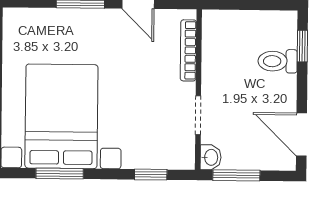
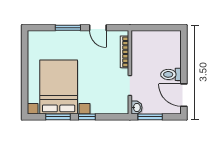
window: (302, 46) -> (184, 49), removed
toilet: (278, 61) -> (171, 74), moved
window: (151, 175) -> (87, 117), moved

